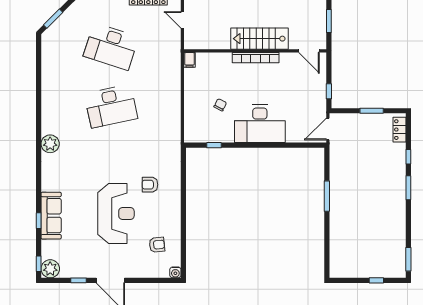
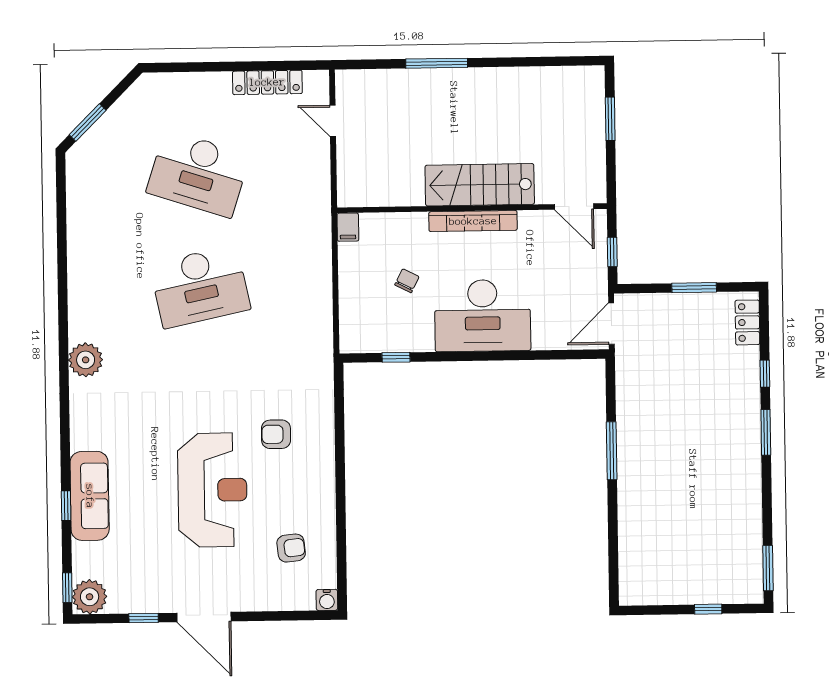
stairs: (259, 39) -> (480, 185), moved
wall: (255, 51) -> (472, 208), moved
door: (309, 51) -> (574, 207), moved
bookcase: (256, 58) -> (473, 221), moved
filing cabinet: (190, 60) -> (348, 227), moved

